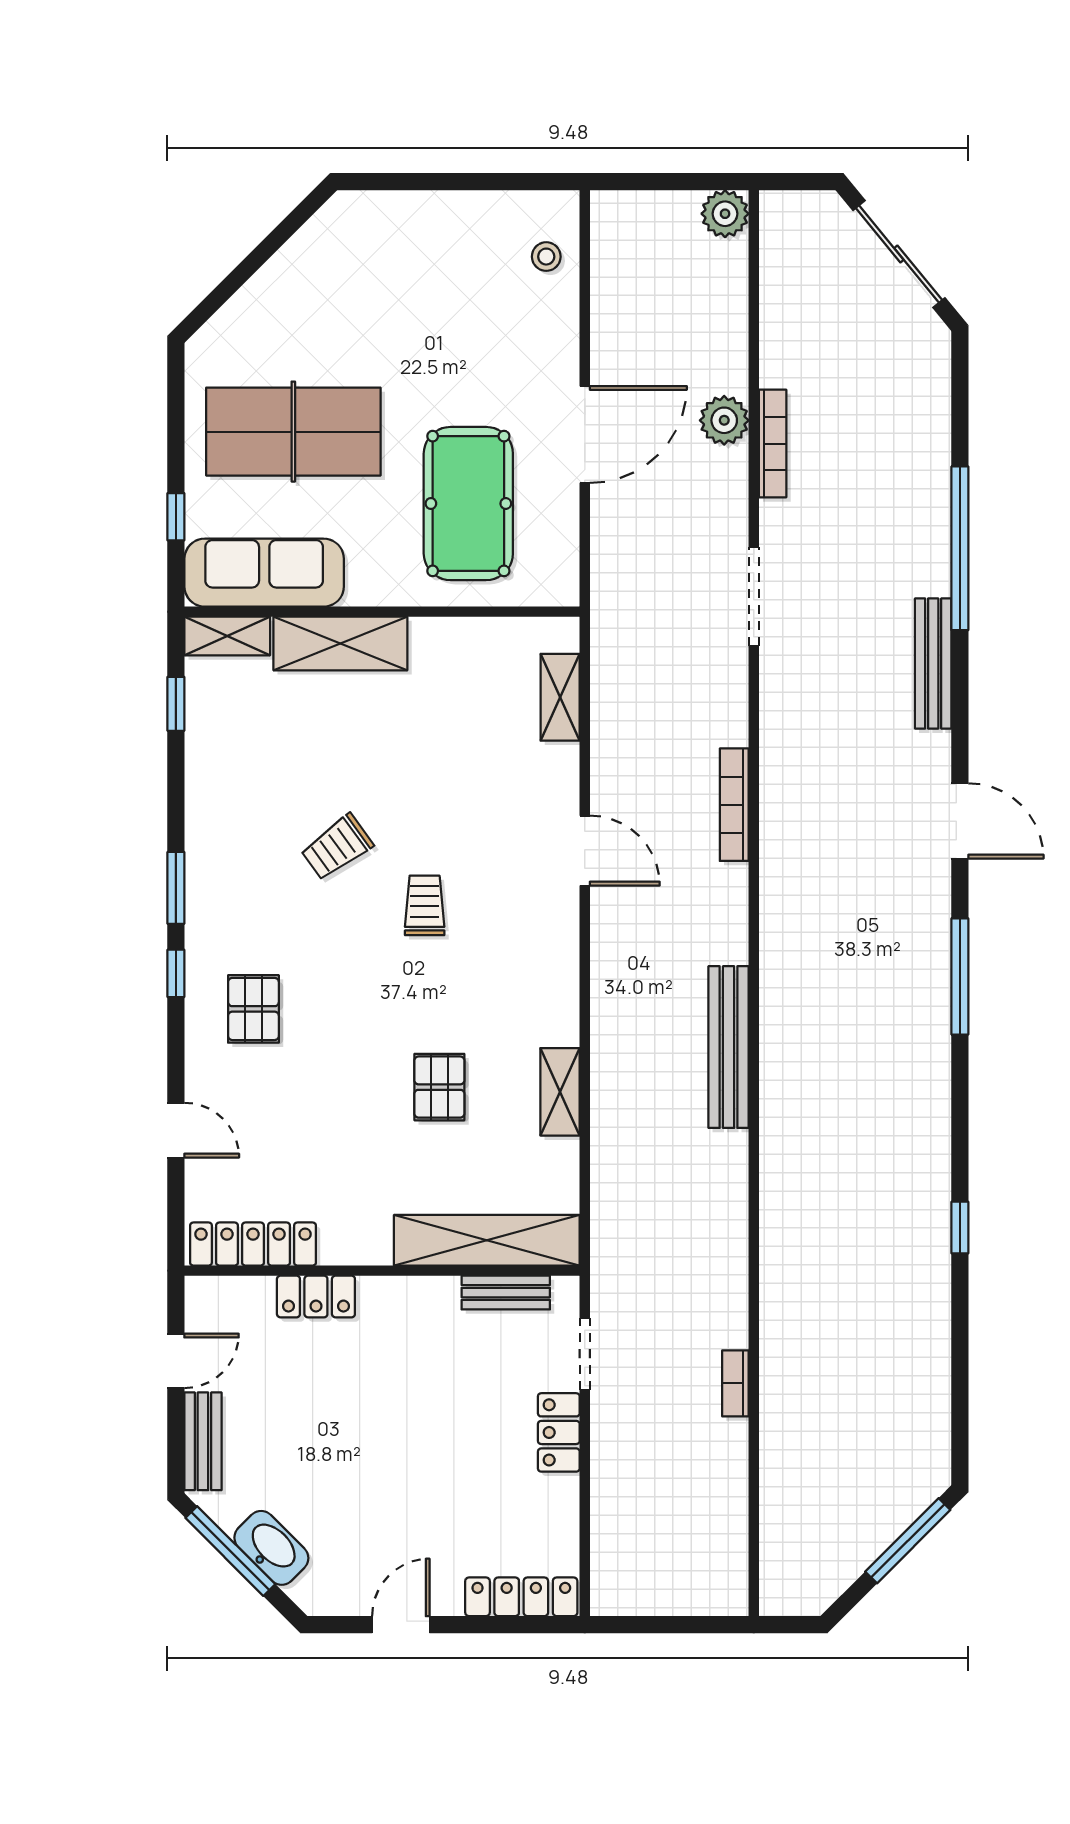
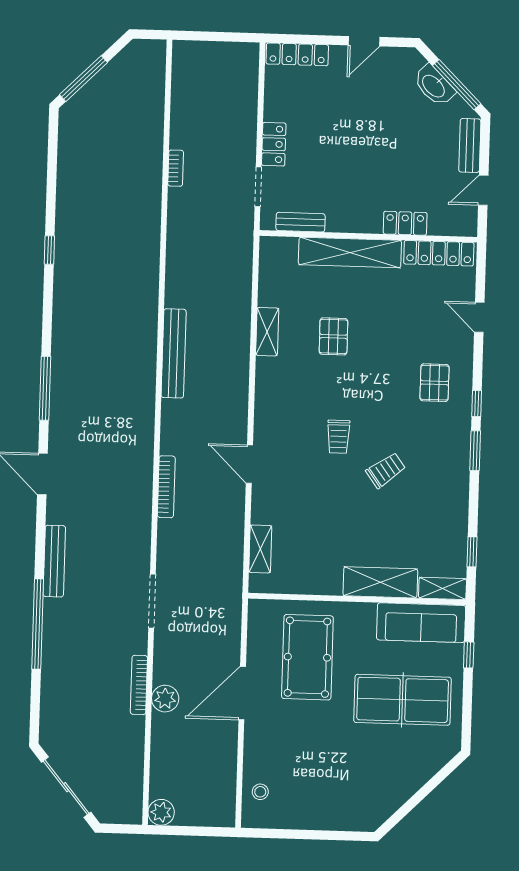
shelving: (487, 1240) -> (350, 253), moved

